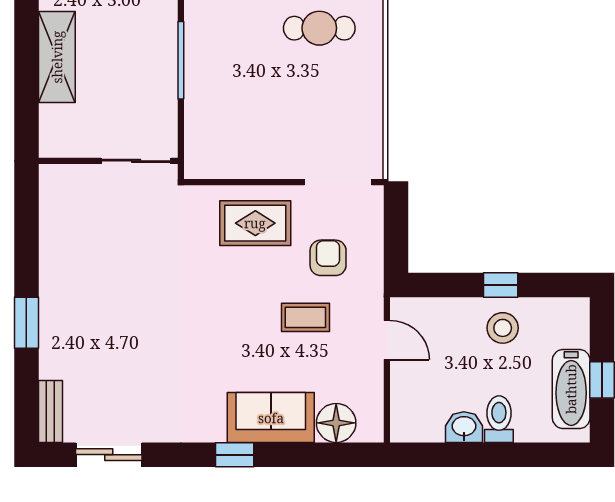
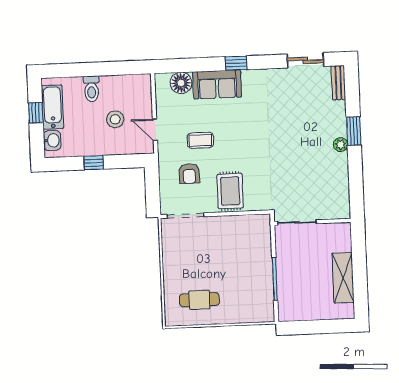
rug: (255, 223) -> (230, 191), turned 90
plant: (51, 299) -> (341, 145), added
stool: (503, 328) -> (115, 119), moved
washbasin: (464, 427) -> (52, 140), moved, turned -90

